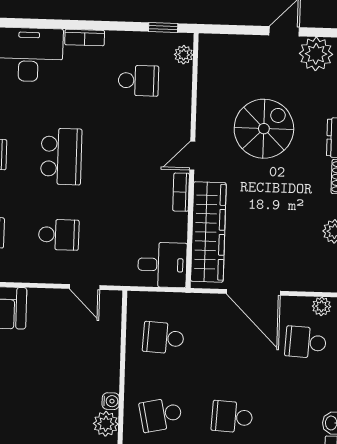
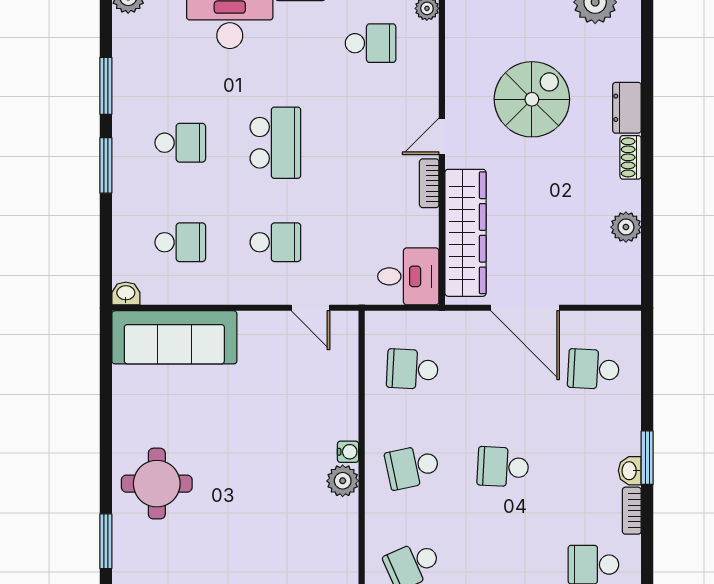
plant: (321, 306) -> (612, 323), removed

